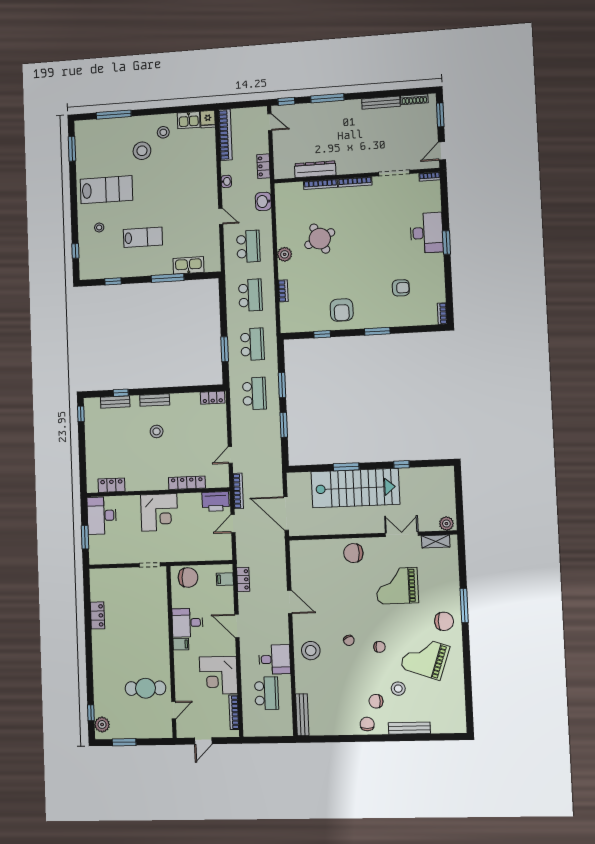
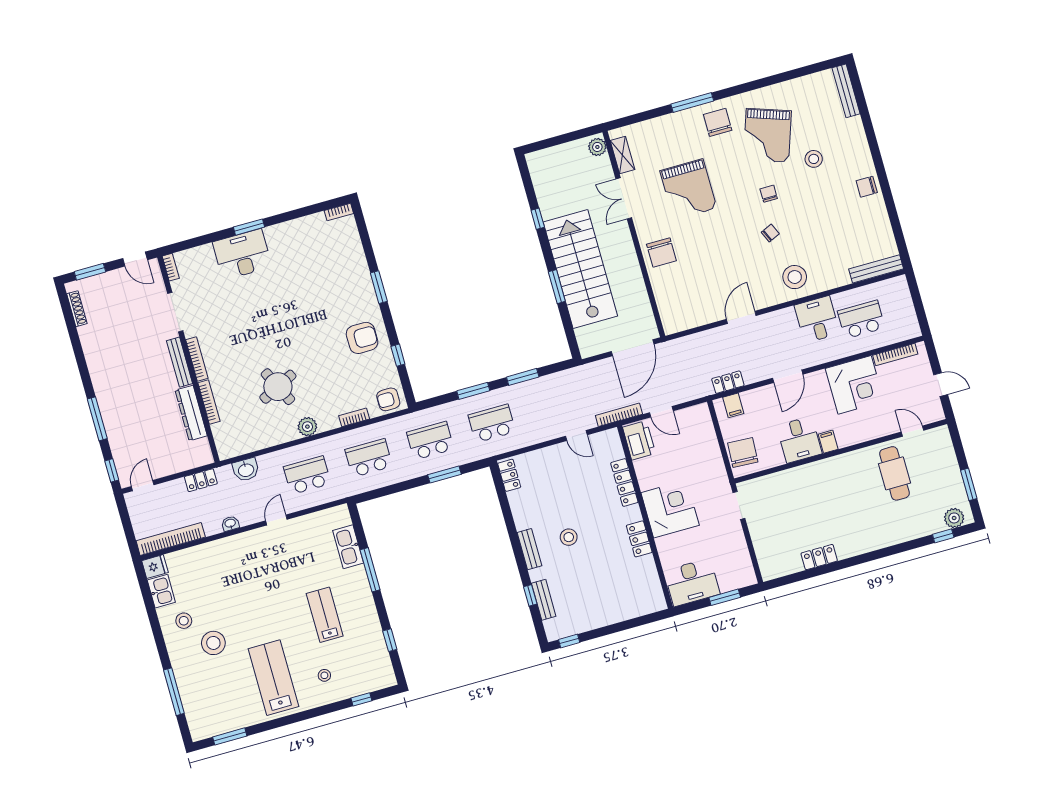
bench: (381, 103) -> (180, 362), moved
armchair: (401, 288) -> (388, 399), moved, turned -90
locker: (111, 485) -> (639, 539), moved
chair: (376, 701) -> (836, 182), removed
bench: (409, 728) -> (846, 91), moved

